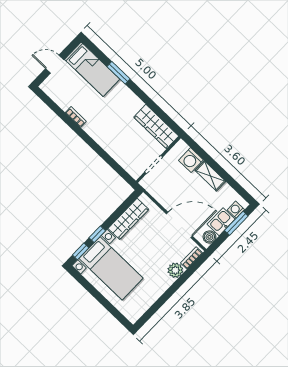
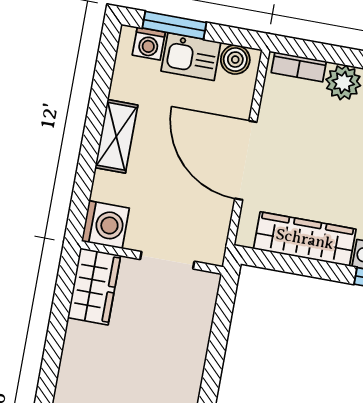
wardrobe: (156, 127) -> (94, 287), width x0.67
washing machine: (191, 160) -> (105, 225), moved
door: (179, 225) -> (246, 160), moved

